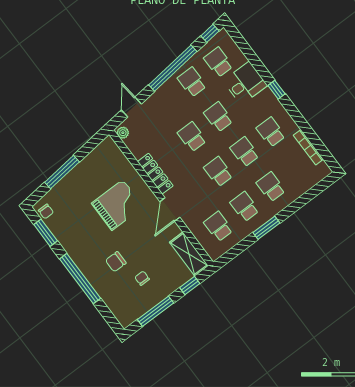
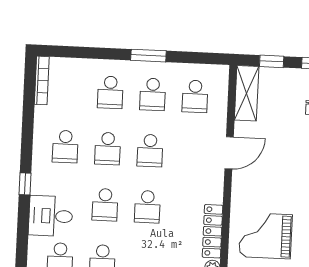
bookcase: (308, 147) -> (42, 80), moved
locker: (155, 174) -> (212, 231), moved
grand piano: (117, 205) -> (266, 236), moved

